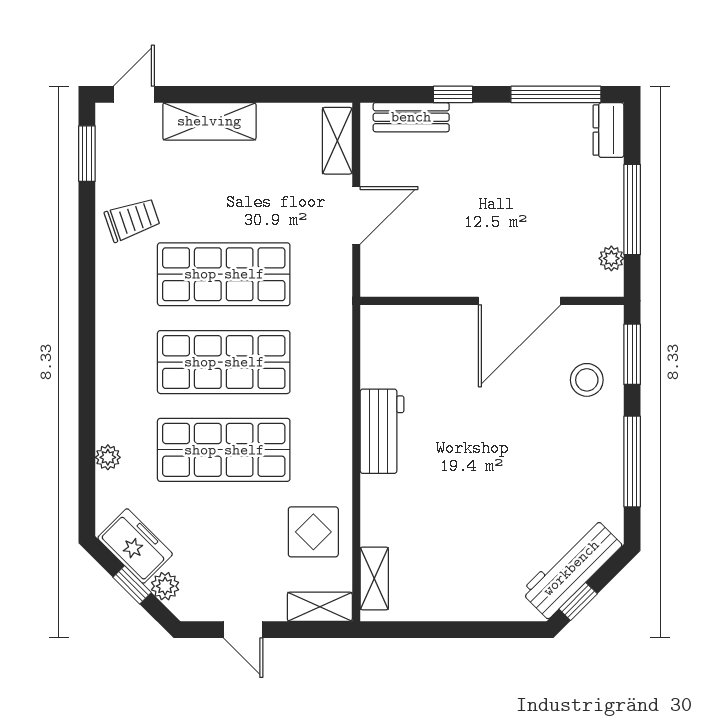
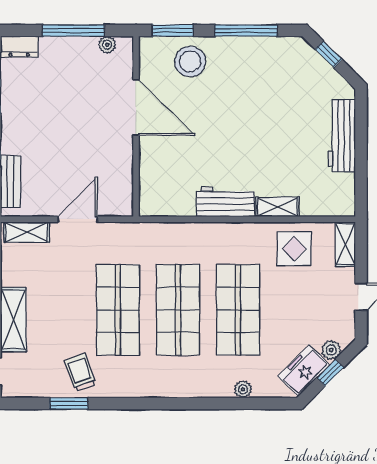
window: (87, 154) -> (69, 403), moved
door: (356, 215) -> (78, 219), hinge flipped
stool: (587, 380) -> (190, 62), width x1.38, depth x1.38
workbench: (571, 568) -> (342, 136), moved, turned 45
shelving: (374, 578) -> (277, 207), moved
window: (578, 601) -> (328, 54), moved

